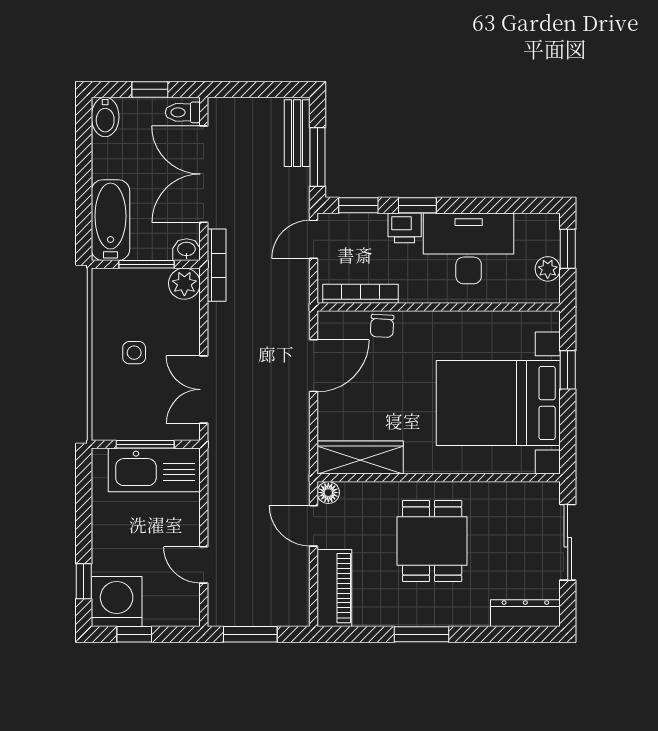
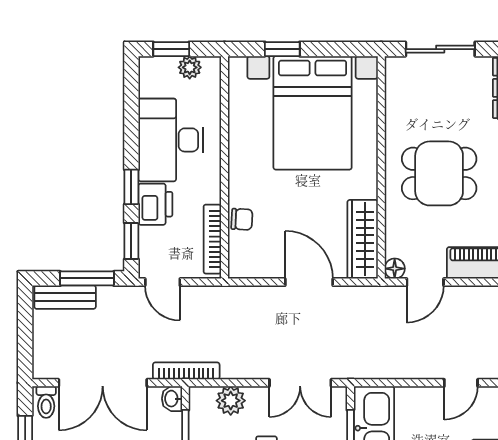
printer: (405, 228) -> (155, 204), width x1.36, depth x1.24
plant: (184, 284) -> (231, 401), moved
door: (314, 366) -> (309, 282), moved

